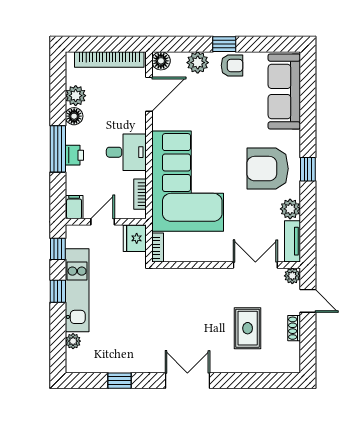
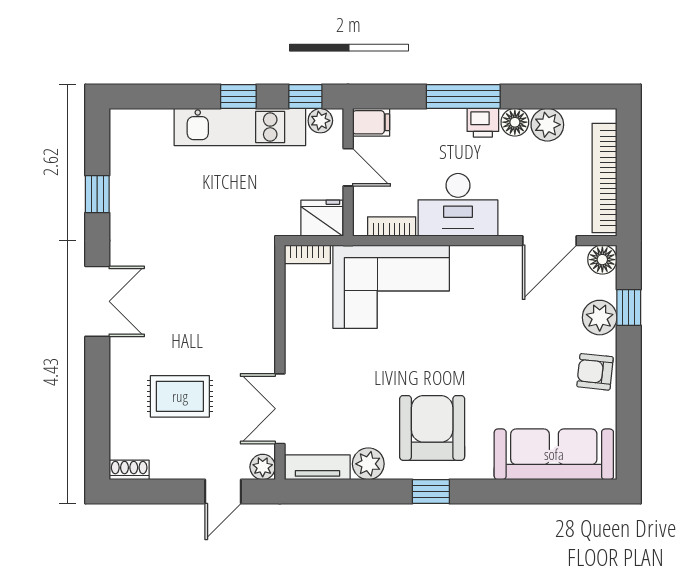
window: (224, 44) -> (629, 307), moved
armchair: (232, 65) -> (595, 372), turned 96
door: (149, 94) -> (549, 241), hinge flipped
desk: (126, 152) -> (458, 205), width x1.37
printer: (74, 155) -> (483, 123), moved
corner sofa: (188, 181) -> (391, 287), width x0.73, depth x0.74
double door: (255, 265) -> (280, 409), swing flipped
shoe rack: (294, 328) -> (129, 470), moved
plant: (73, 341) -> (320, 121), moved

